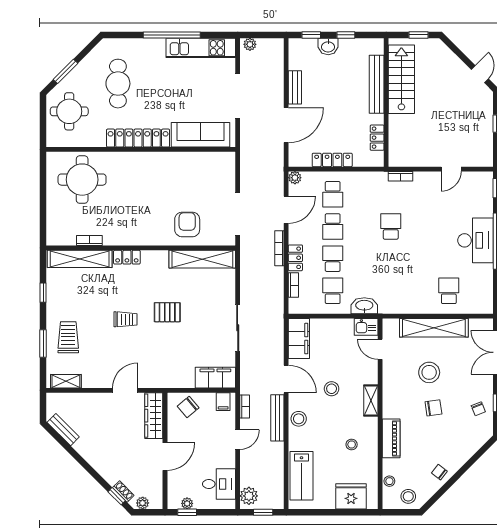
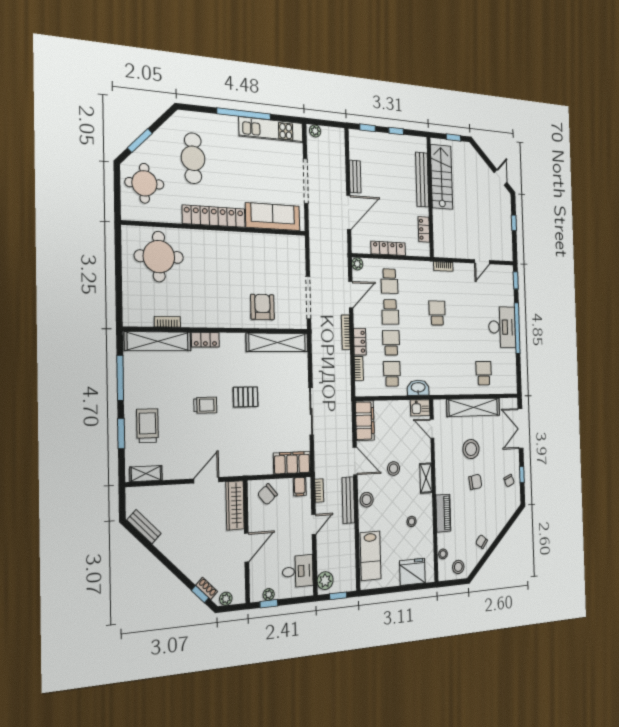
washbasin: (328, 46) -> (382, 140), removed
window: (43, 293) -> (120, 378), width x2.17

